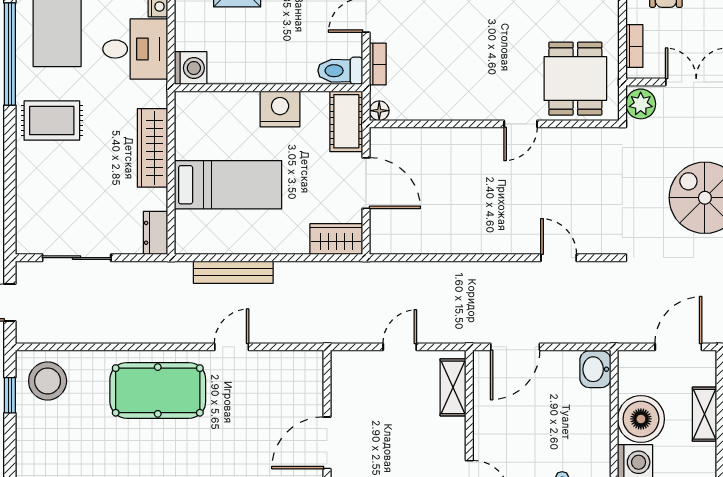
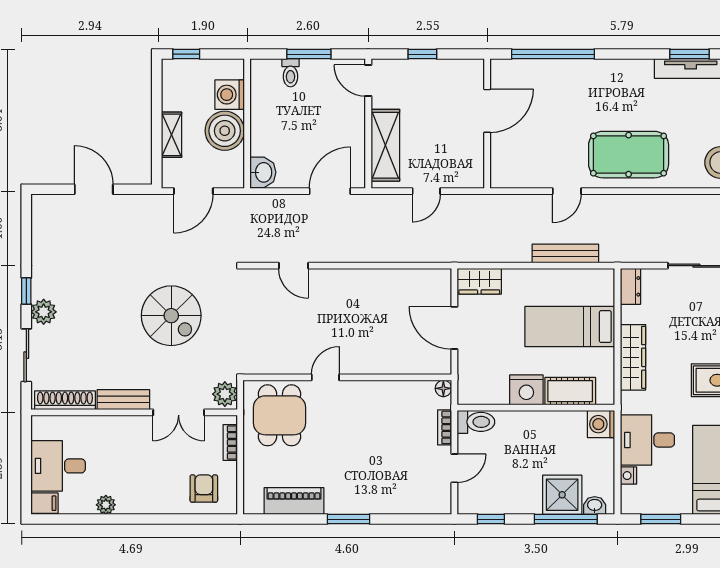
cot: (346, 121) -> (570, 391), moved, turned 90
shelving: (453, 387) -> (385, 145), width x1.50, depth x1.33

